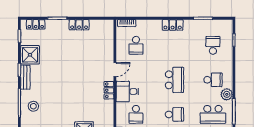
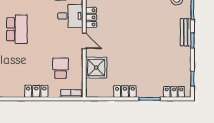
locker: (173, 25) -> (36, 91), moved
shower: (30, 55) -> (96, 68), moved
door: (115, 70) -> (84, 41), swing flipped
school desk: (174, 80) -> (17, 29), turned 180

